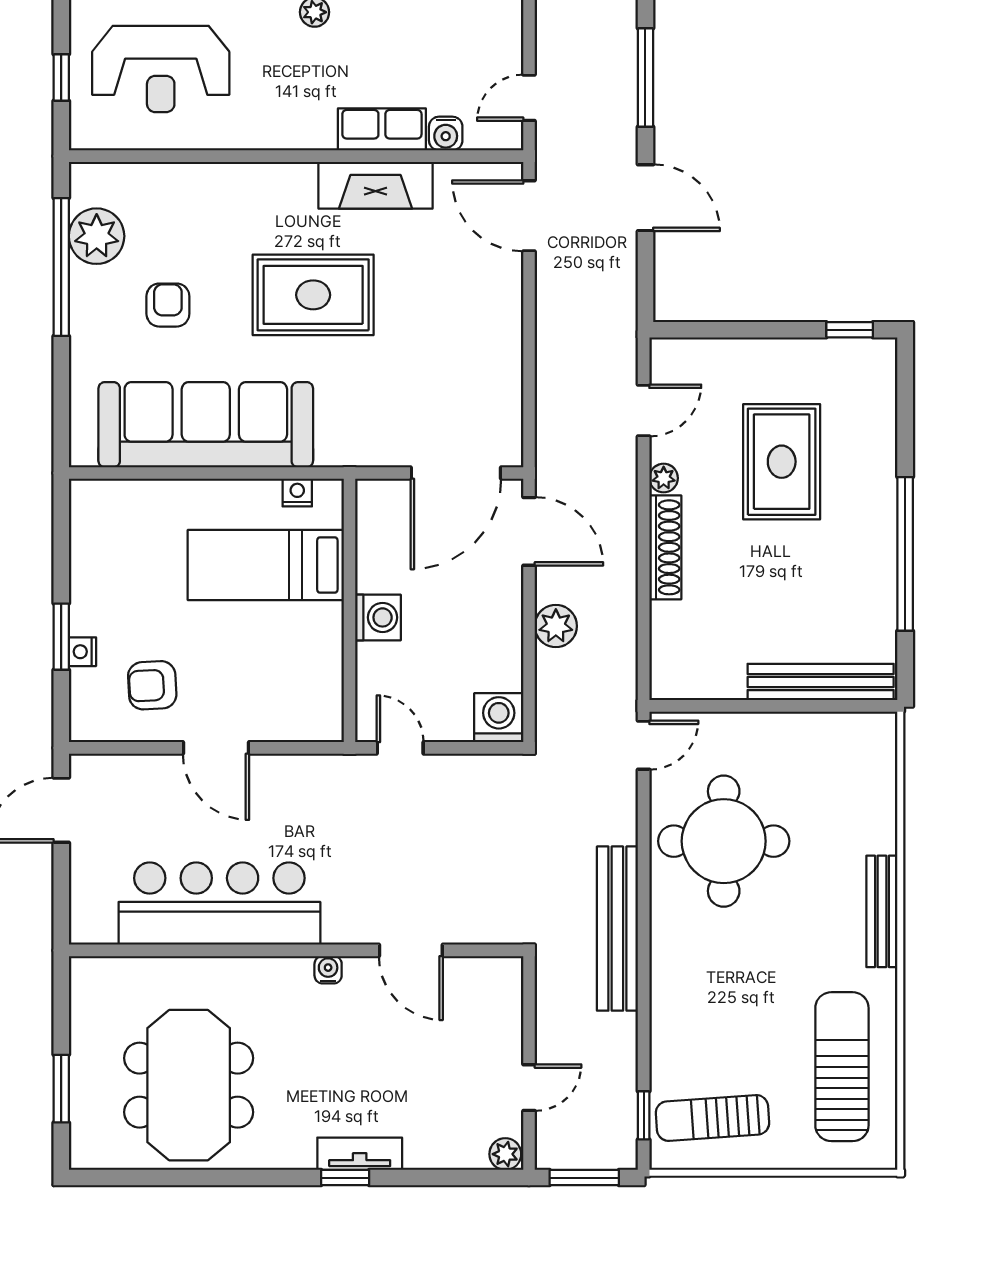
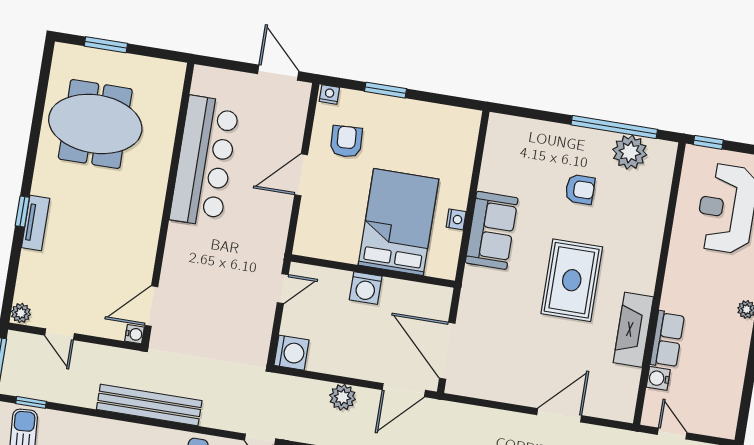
window: (61, 77) -> (708, 142), moved
door: (529, 216) -> (559, 415), moved
sofa: (206, 425) -> (492, 230), width x0.54, depth x0.79
nightstand: (297, 493) -> (456, 219), moved
bed: (266, 565) -> (398, 222), width x1.50
nightstand: (82, 652) -> (329, 94), moved
door: (411, 950) -> (151, 306), moved
water cooler: (328, 970) -> (134, 334), moved

